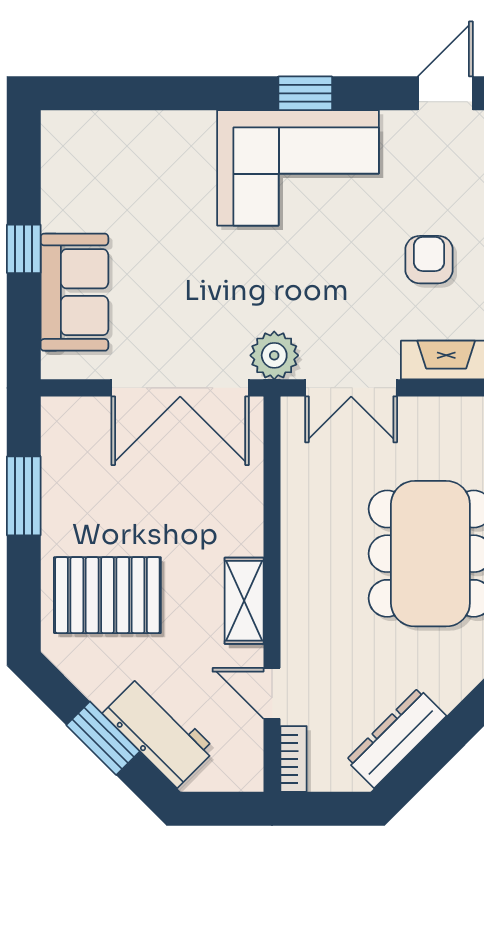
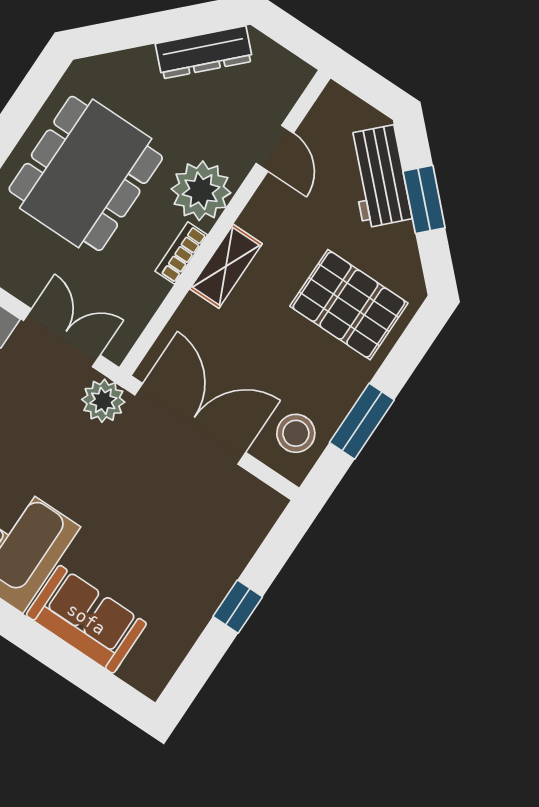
sofa: (74, 292) -> (86, 619), moved, turned 90
stool: (77, 444) -> (296, 433), added
shelving: (244, 601) -> (226, 266), moved
plant: (314, 609) -> (201, 191), added
bookcase: (294, 759) -> (181, 253), moved

